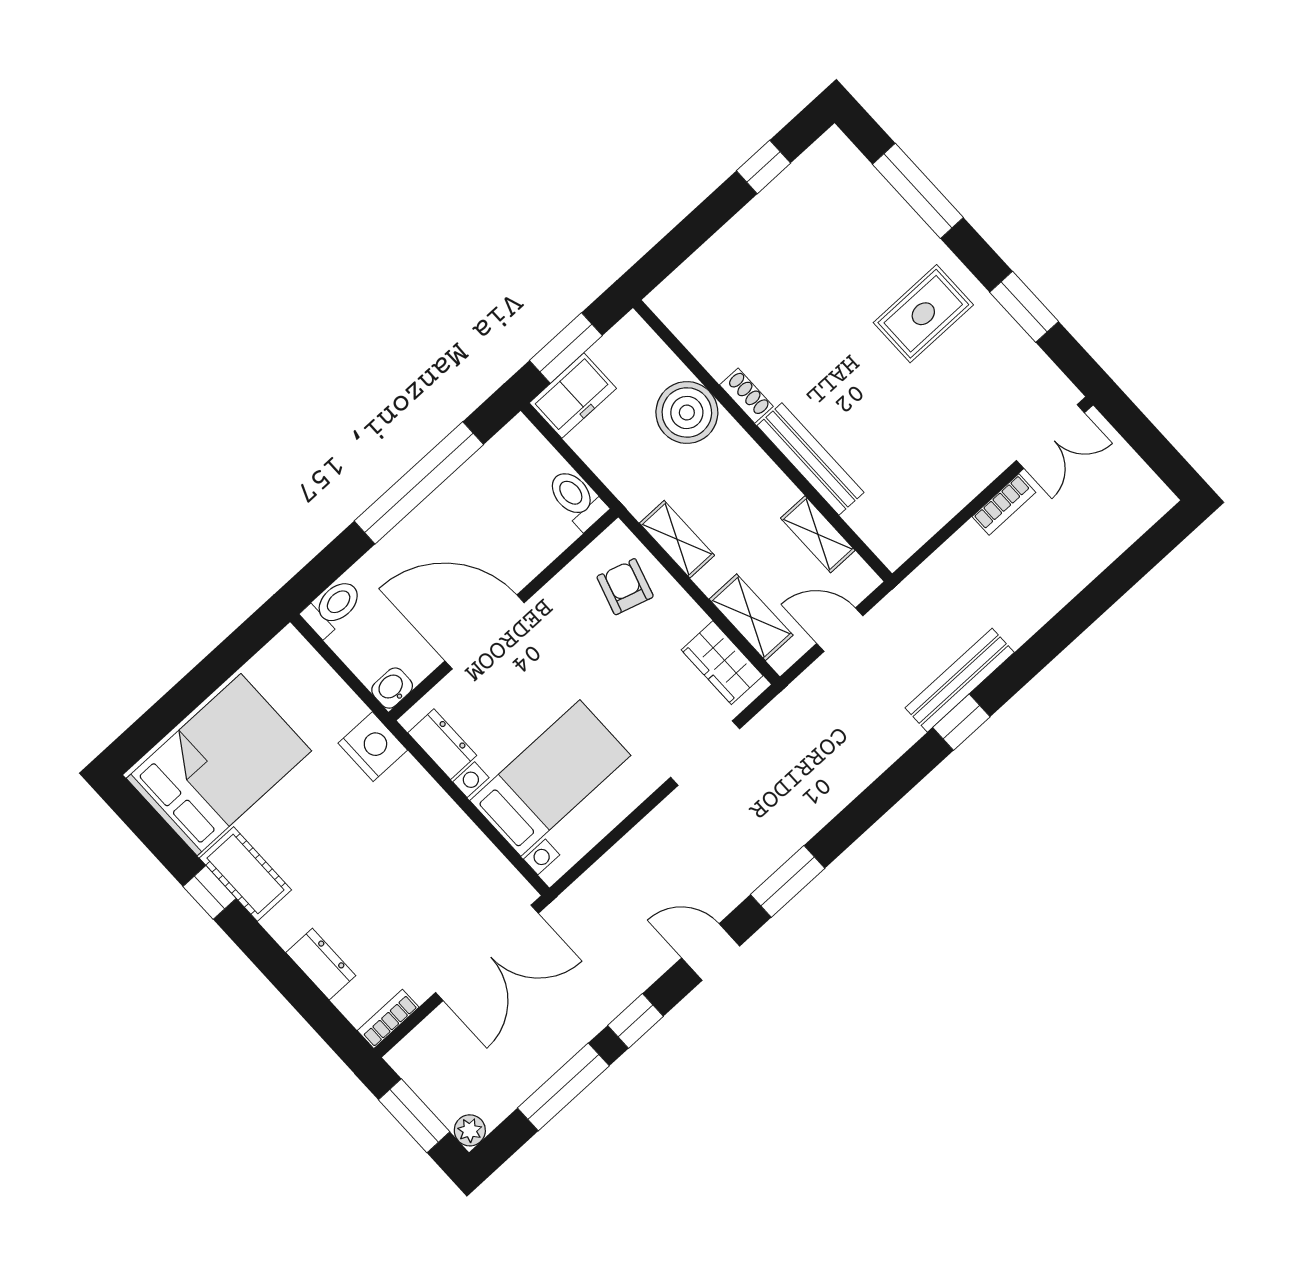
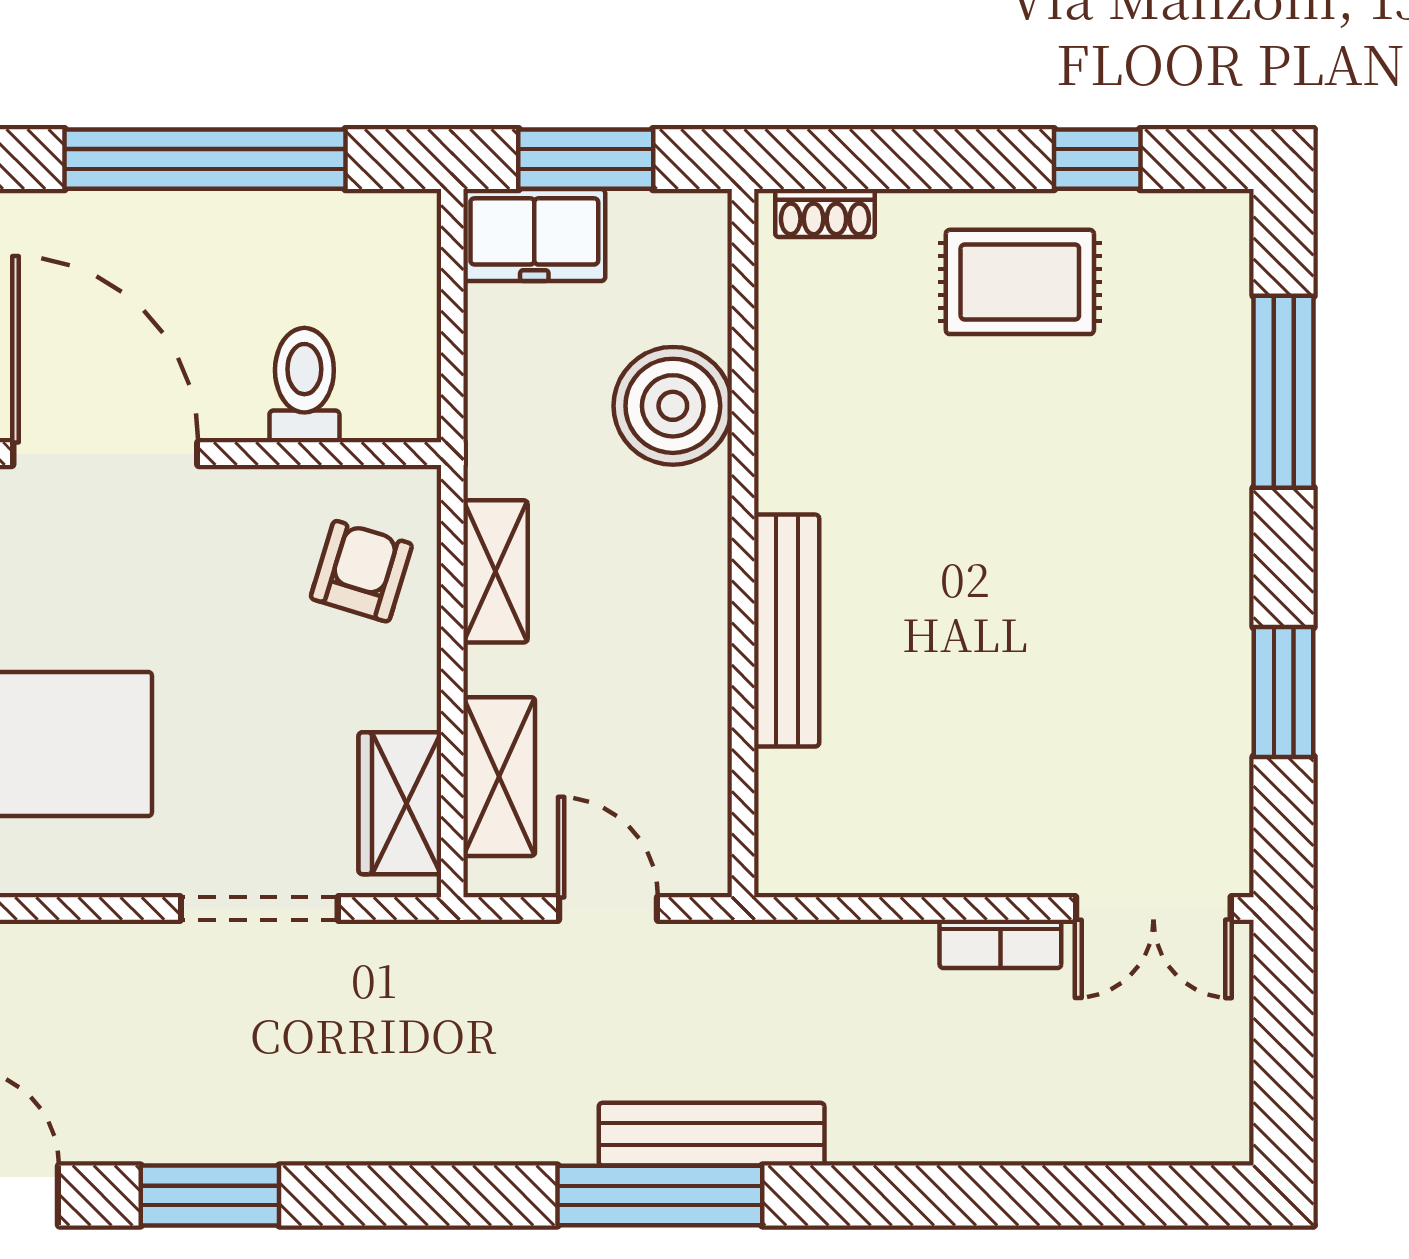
rug: (923, 314) -> (1020, 282), moved
shoe rack: (746, 396) -> (825, 213), moved, turned 90
toilet: (577, 499) -> (304, 385), moved
shelving: (818, 534) -> (700, 746), removed
window: (961, 722) -> (660, 1196), width x2.17

